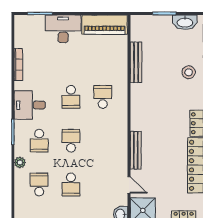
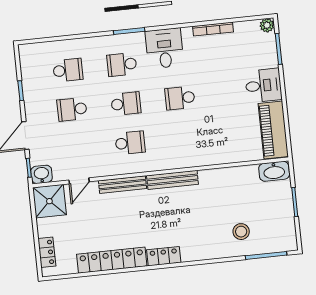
washbasin: (185, 22) -> (274, 171), moved, turned -90
desk: (63, 29) -> (263, 85), width x0.73
bench: (136, 62) -> (172, 180), moved
stool: (189, 72) -> (241, 232), moved
school desk: (103, 97) -> (130, 143), moved
plant: (20, 163) -> (267, 25), moved

